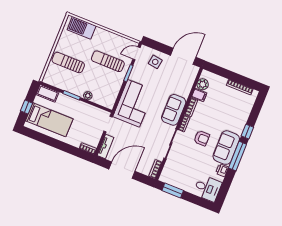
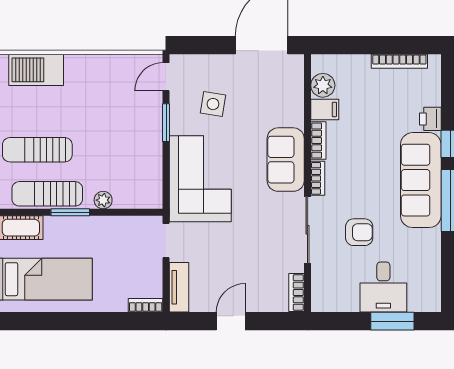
sun lounger: (108, 61) -> (47, 194), moved
side table: (155, 62) -> (213, 104), moved
armchair: (202, 138) -> (359, 232), moved
sofa: (226, 148) -> (421, 180), width x1.36
door: (122, 170) -> (231, 321), width x0.53
printer: (222, 170) -> (430, 119), moved
desk: (207, 188) -> (383, 287), moved, turned 90
window: (173, 190) -> (392, 321), moved

